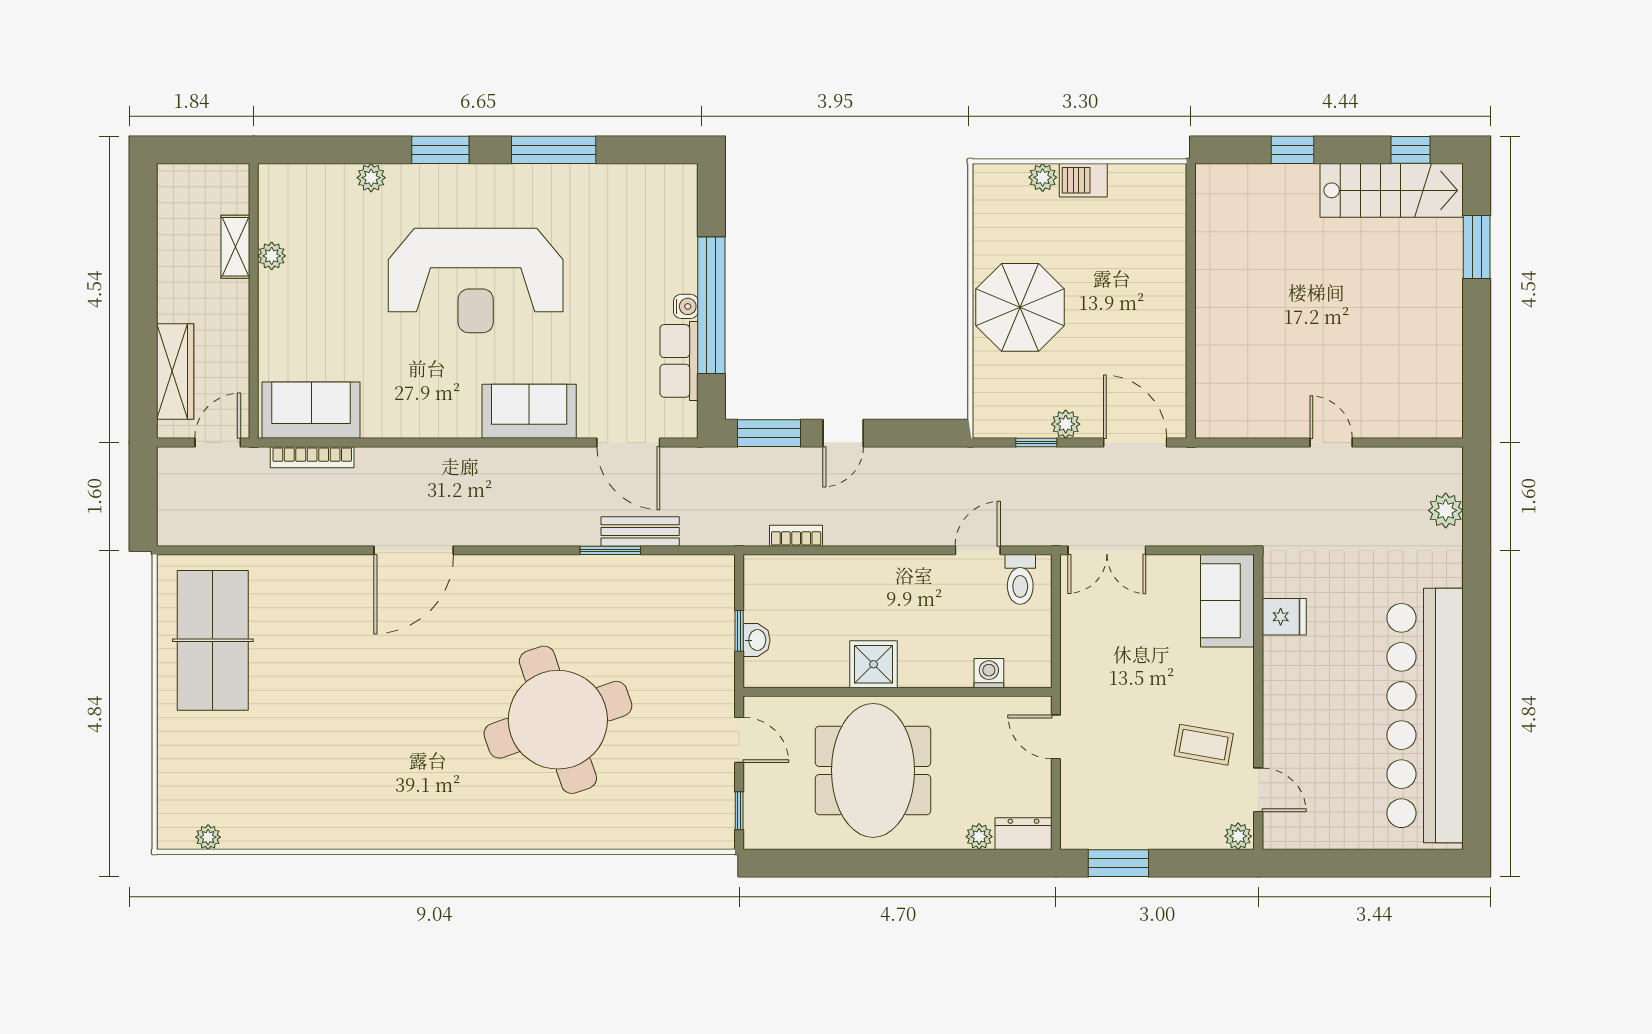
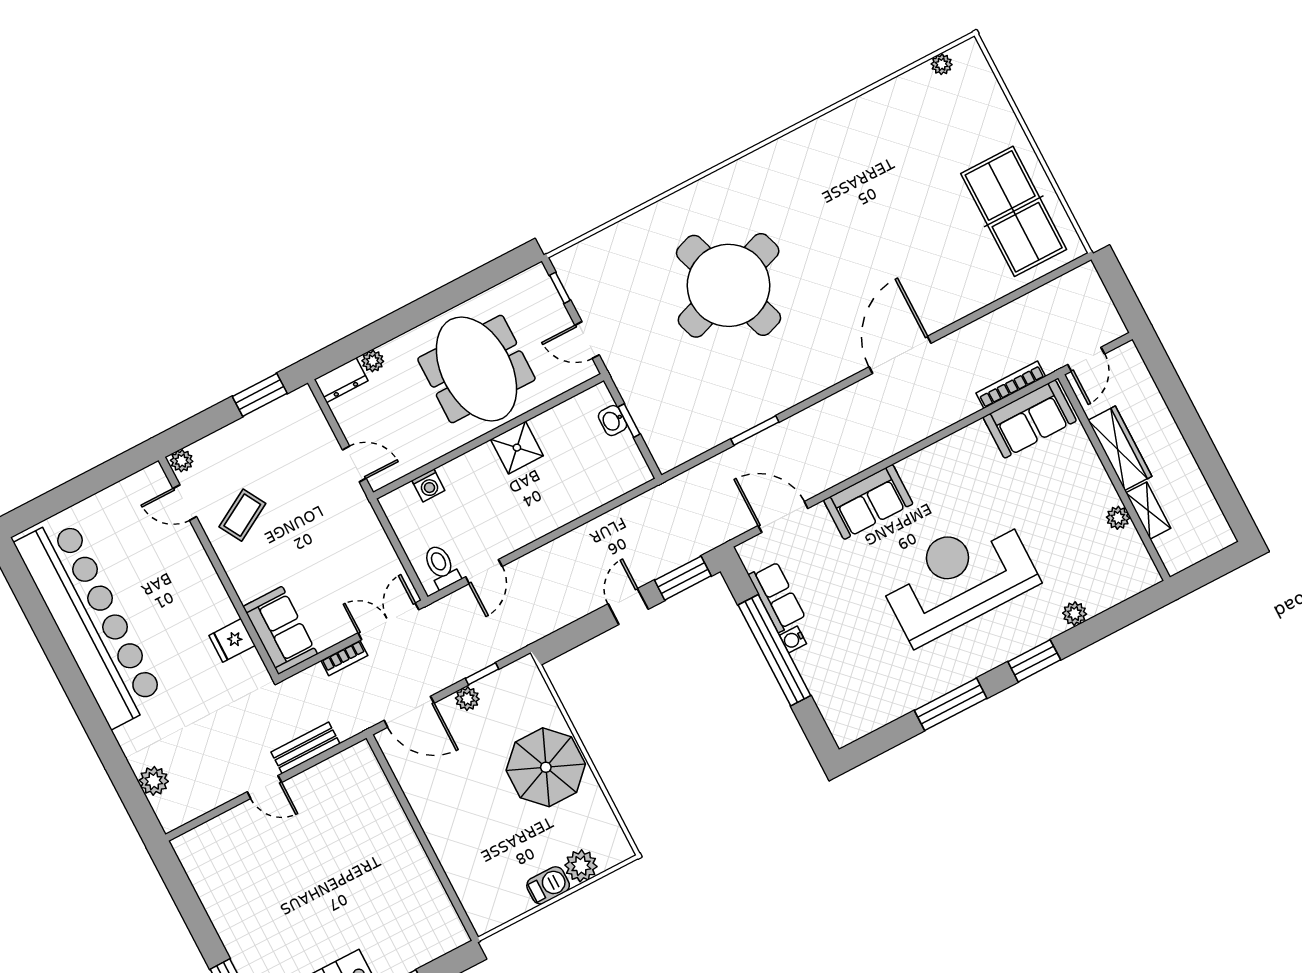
plant: (1043, 177) -> (581, 866), width x1.38, depth x1.38
wardrobe: (175, 371) -> (1120, 448), moved, turned 180
bench: (640, 531) -> (305, 748), moved
bookcase: (796, 536) -> (344, 658), moved
coffee table: (1204, 745) -> (242, 515), turned -40

